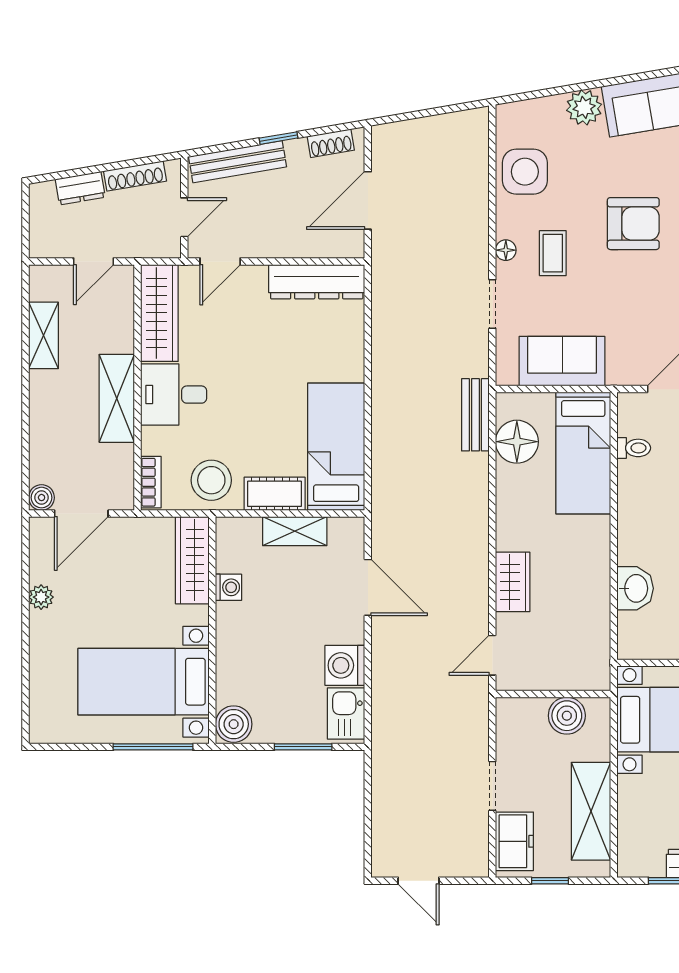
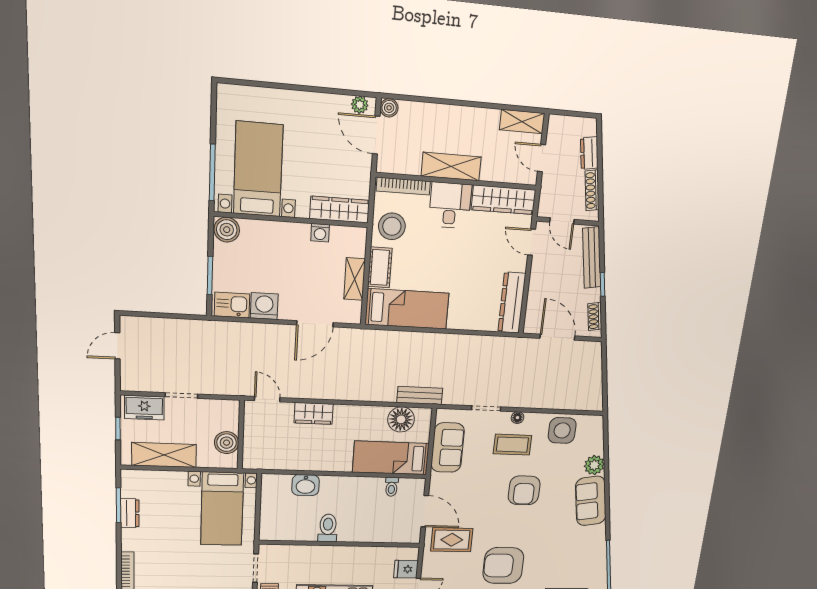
coffee table: (553, 253) -> (512, 445), width x1.36, depth x1.30
shelving: (44, 335) -> (522, 122), moved
bookcase: (151, 482) -> (403, 186), width x1.56
plant: (41, 597) -> (360, 105), moved

